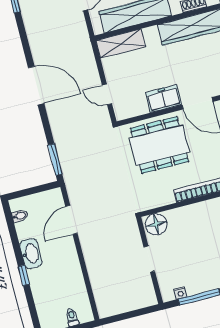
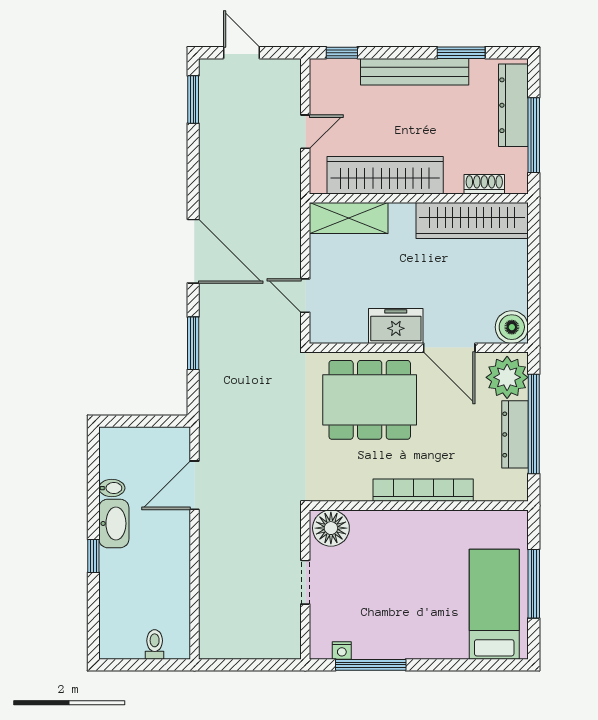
window: (55, 160) -> (193, 343), moved
bidet: (20, 216) -> (112, 488), moved

